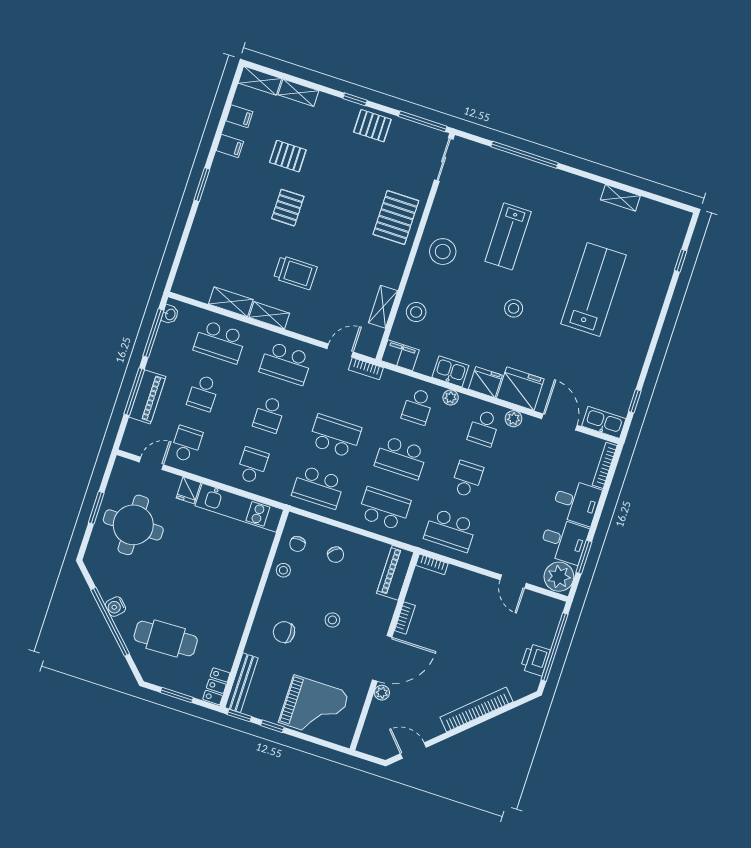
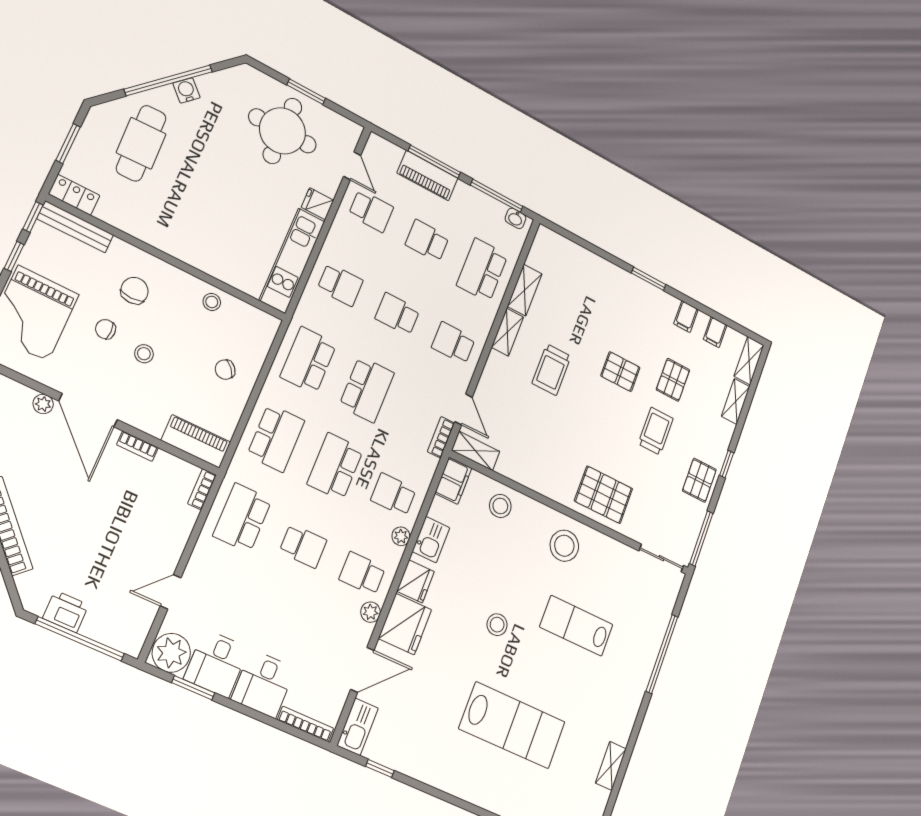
trolley: (335, 171) -> (656, 431), added
shelving: (383, 307) -> (476, 451), moved
school desk: (286, 363) -> (453, 343), width x0.54
chair: (297, 544) -> (106, 329), moved

